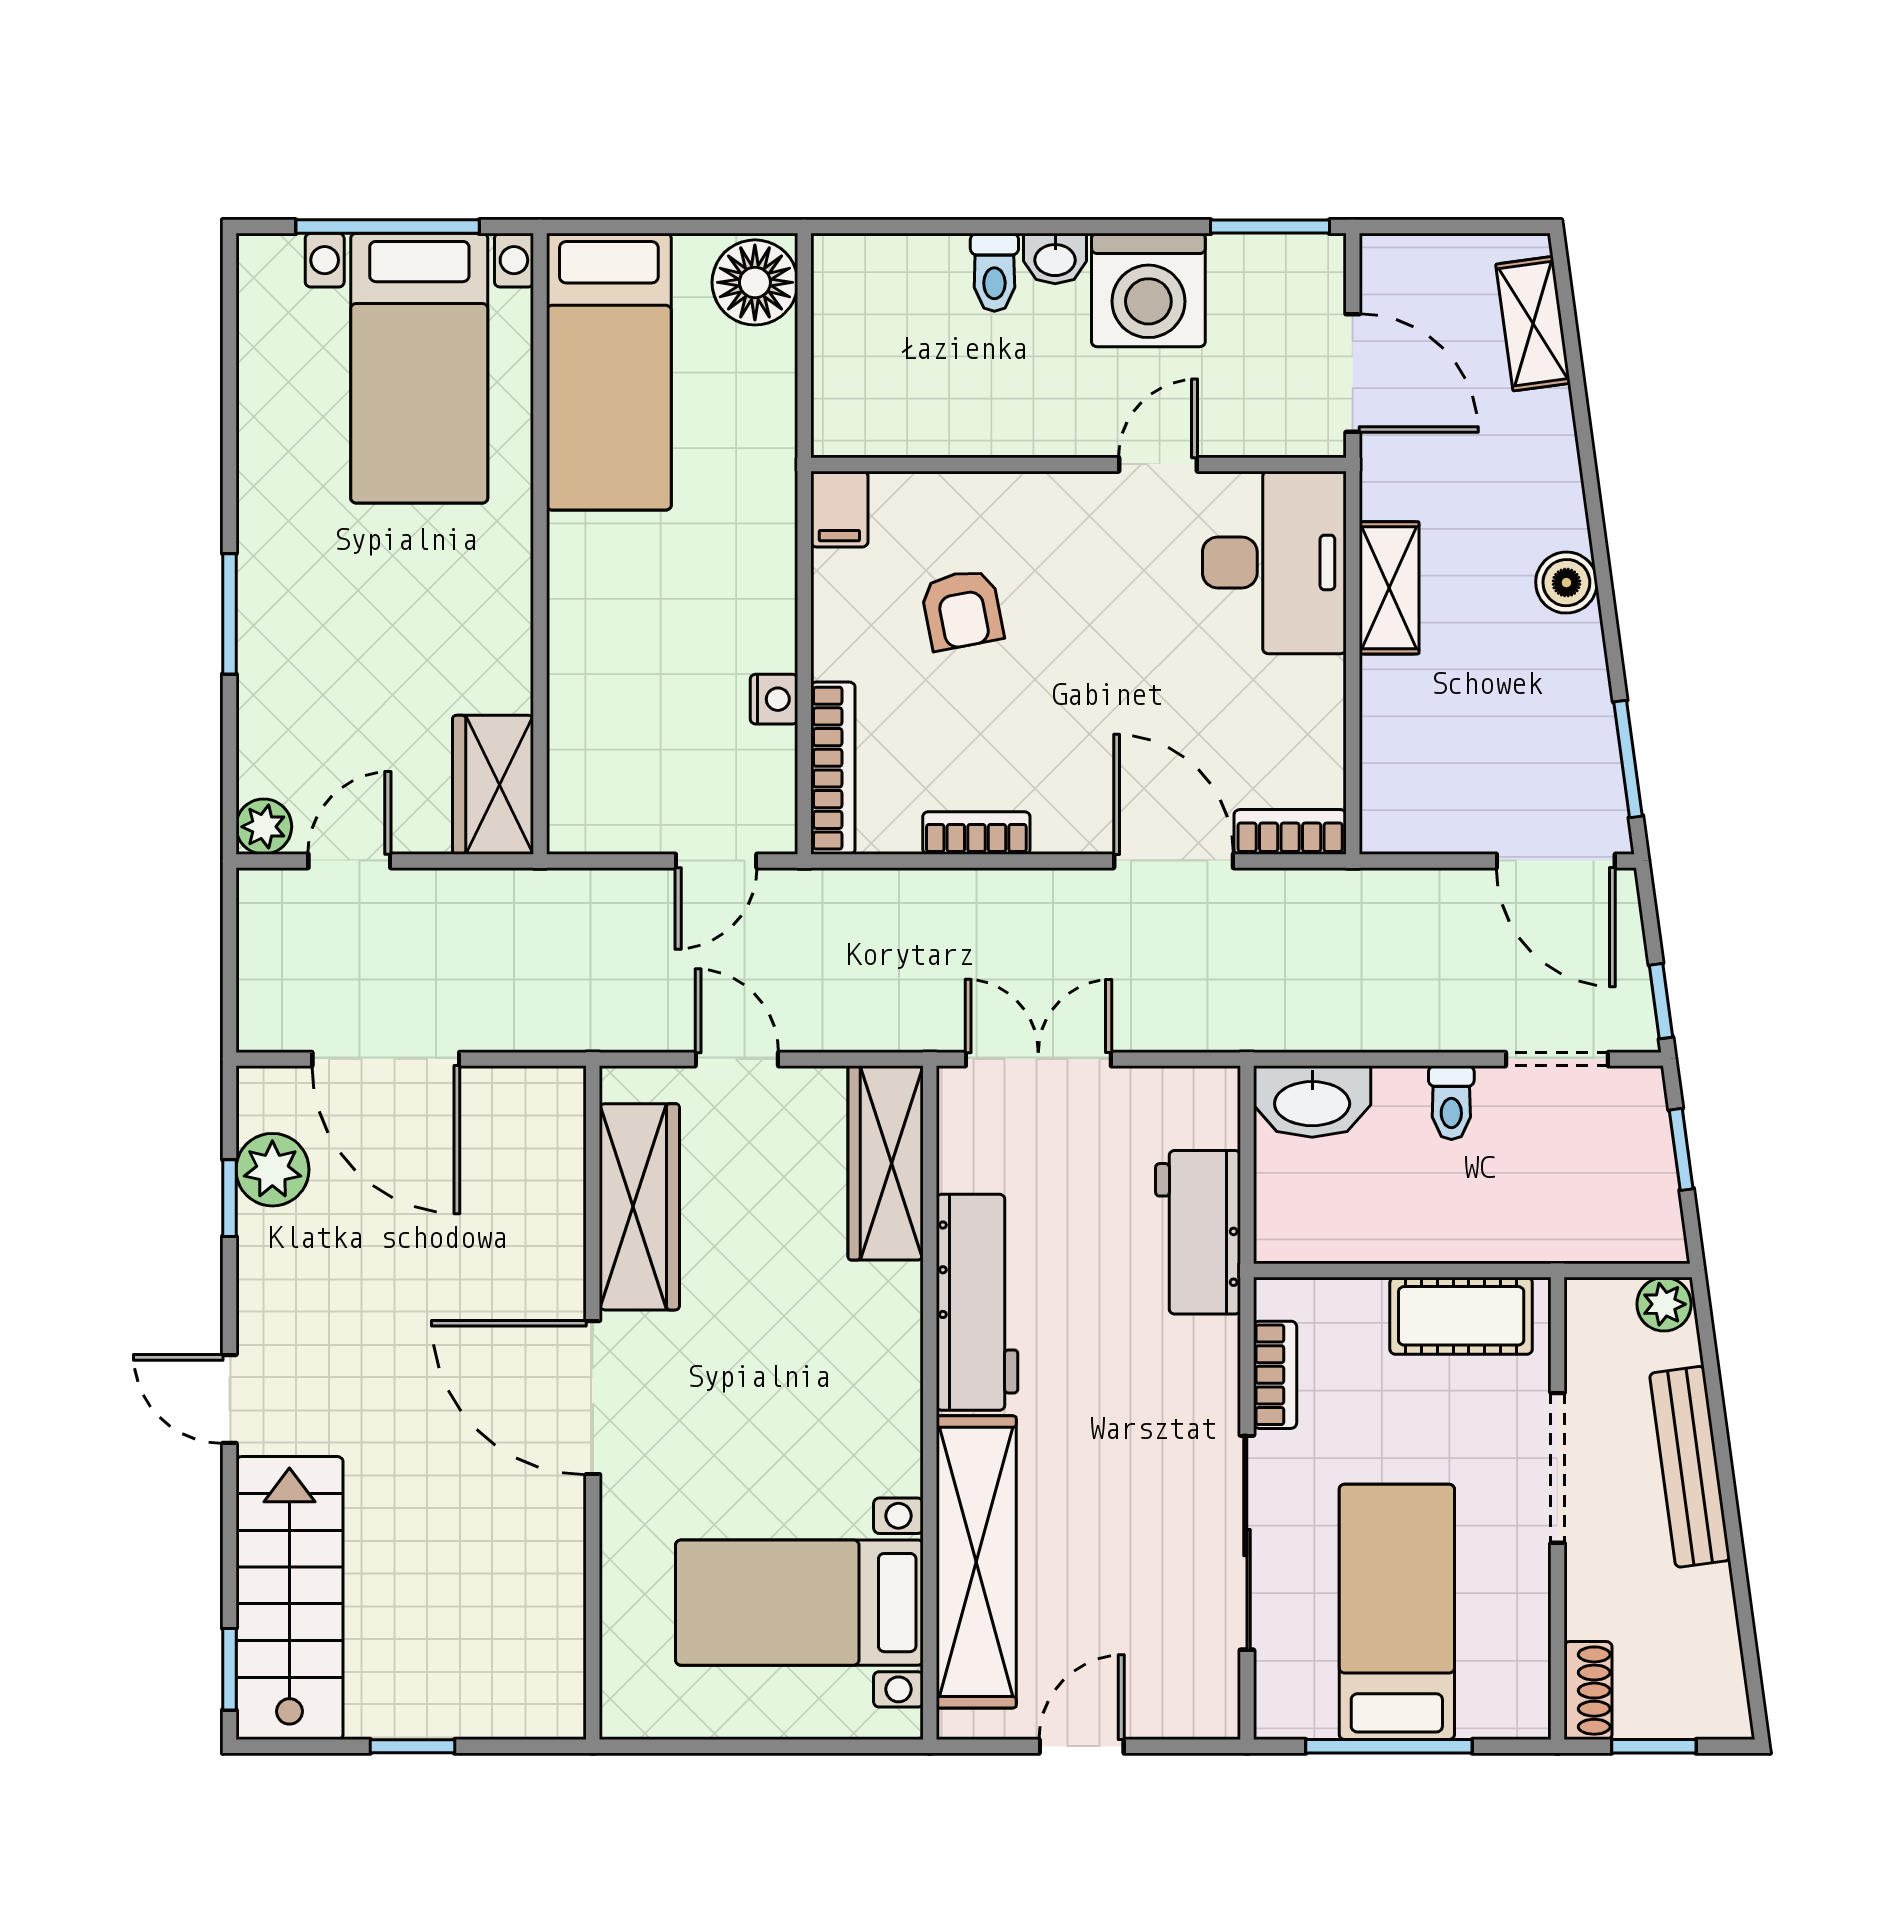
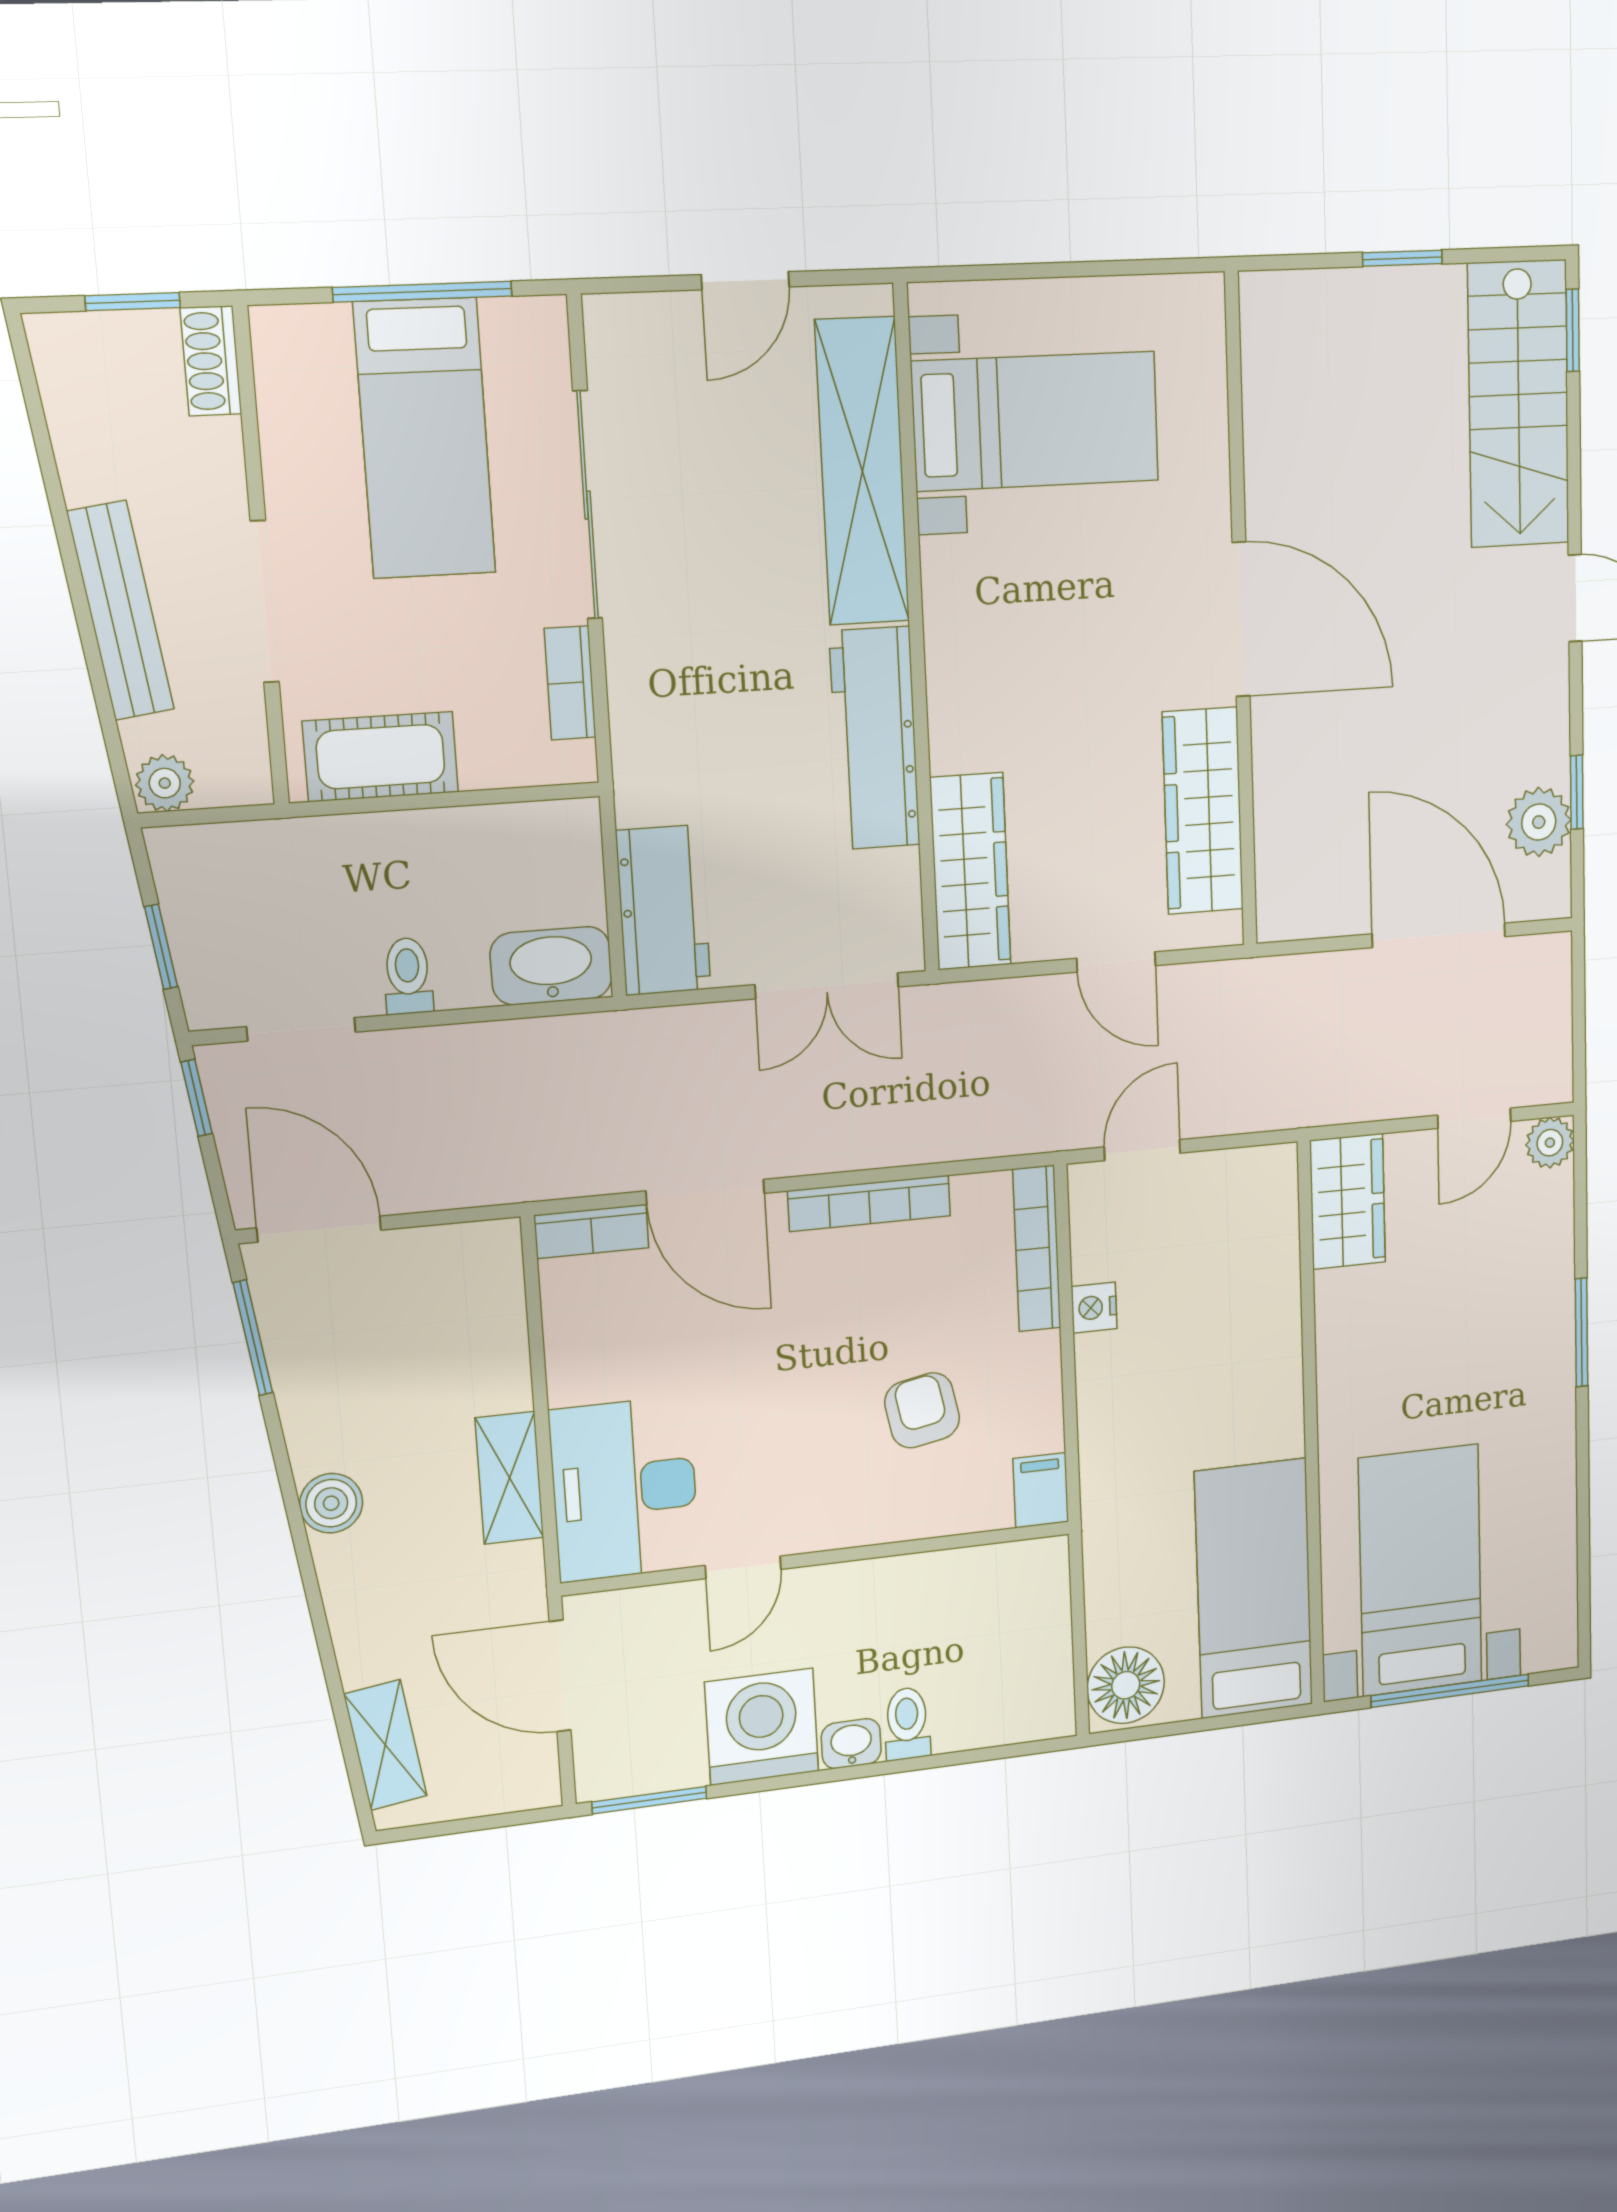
bookcase: (976, 833) -> (869, 1203), width x1.56
workbench: (1198, 1232) -> (663, 910), moved

